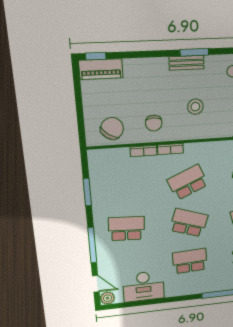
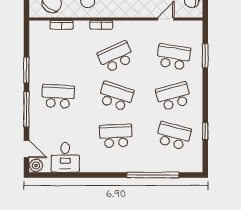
bookcase: (144, 151) -> (62, 25), moved
window: (87, 192) -> (26, 70), moved
desk: (143, 286) -> (65, 157), width x0.73

